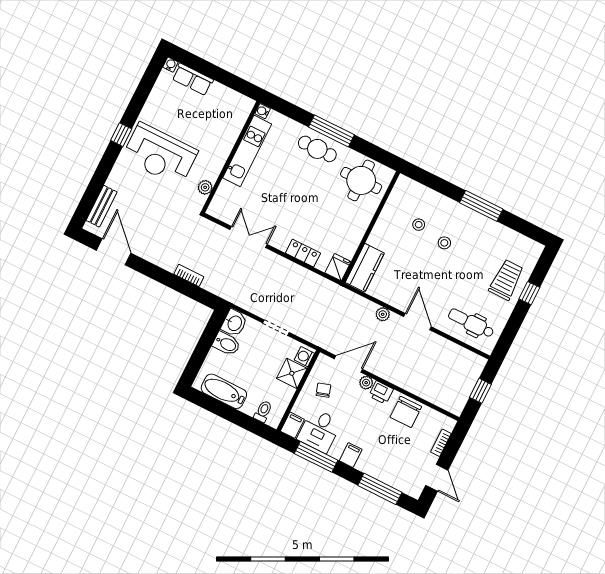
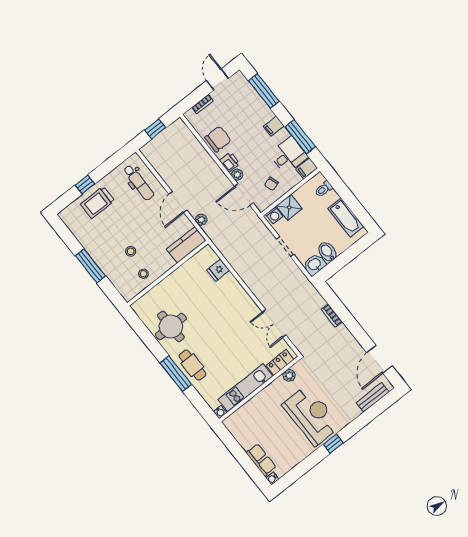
wall: (371, 227) -> (168, 273), moved
locker: (303, 253) -> (280, 362), moved, turned 90
kitchen counter: (365, 268) -> (186, 245), moved

